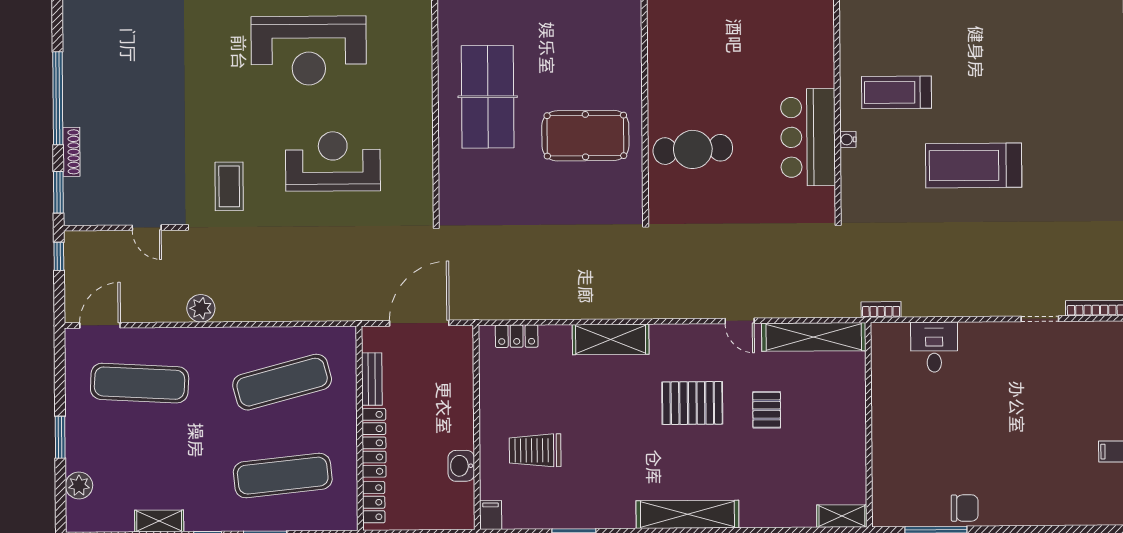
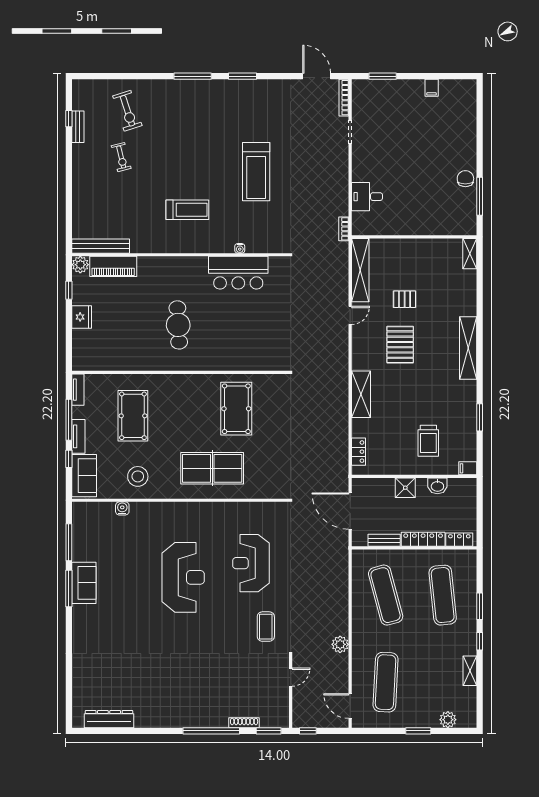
treadmill: (897, 92) -> (187, 210), moved, turned -90
cafe table: (693, 149) -> (178, 325), moved
coffee table: (229, 186) -> (266, 627), turned 90
shower: (458, 413) -> (405, 488), added

